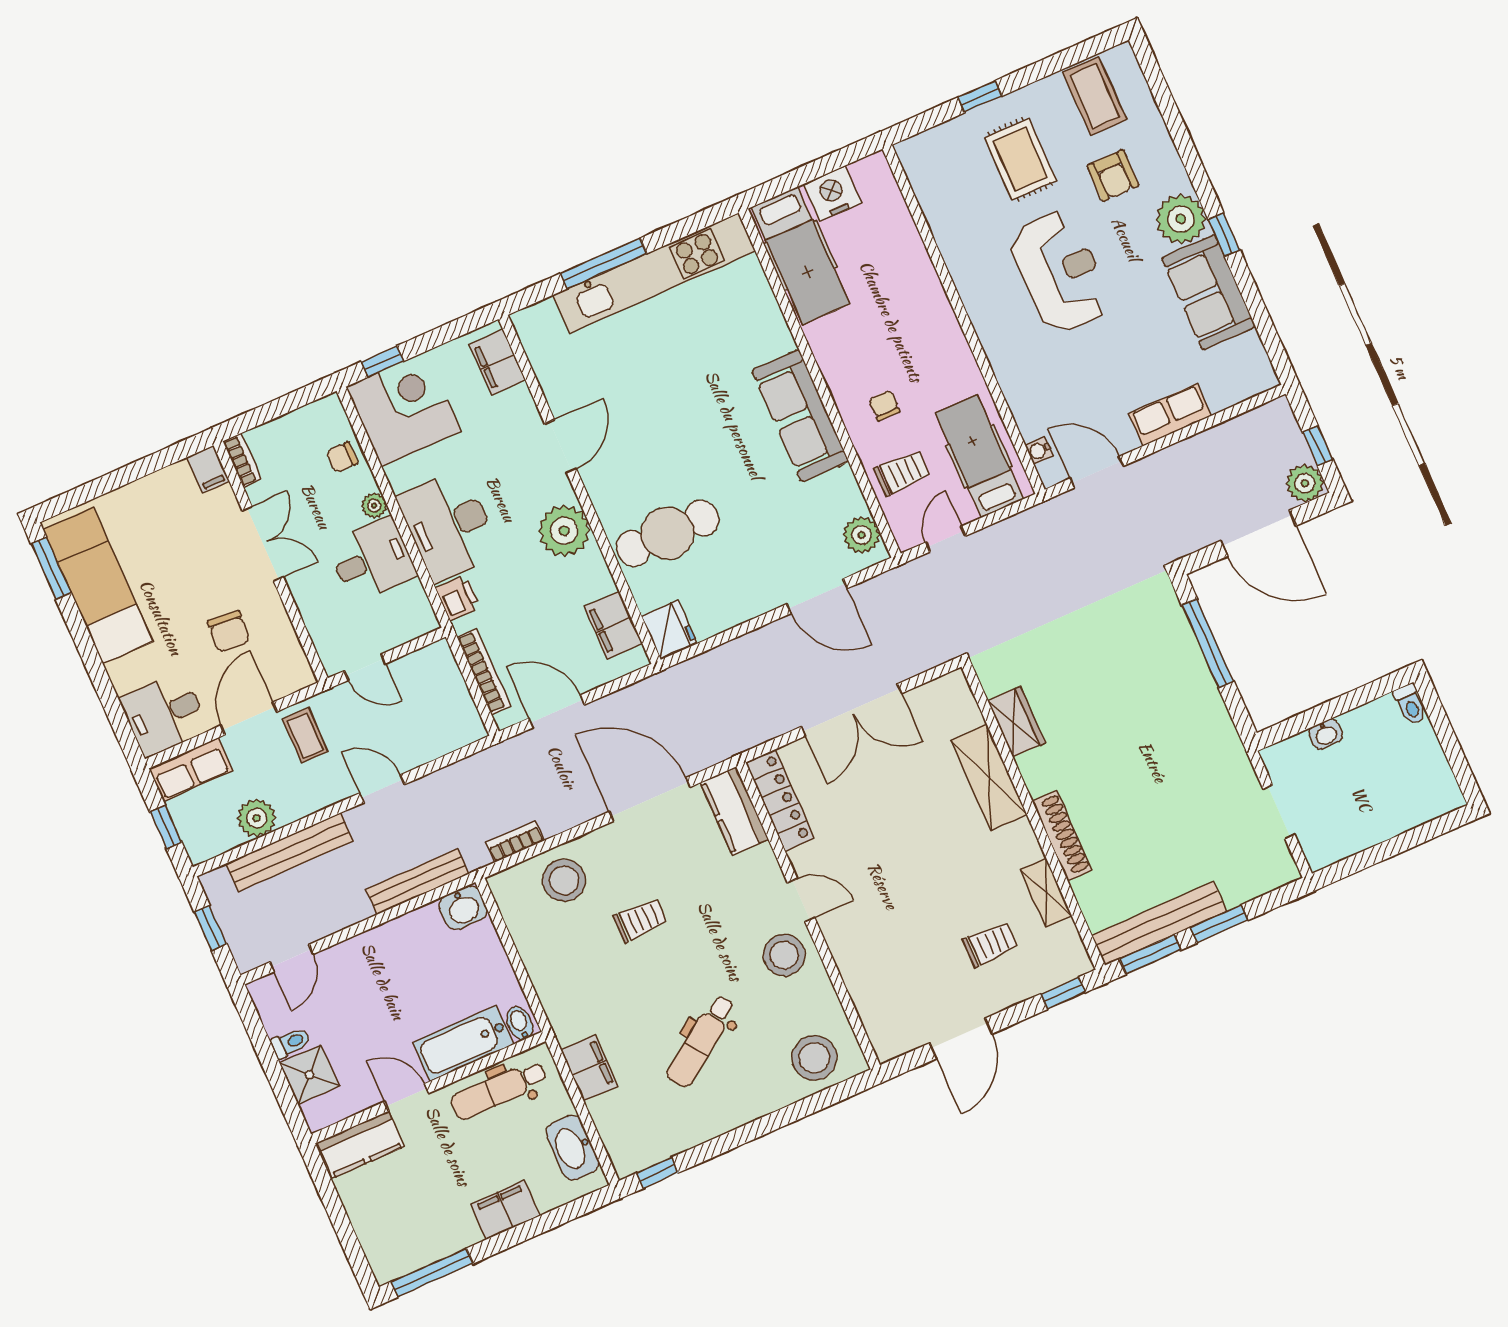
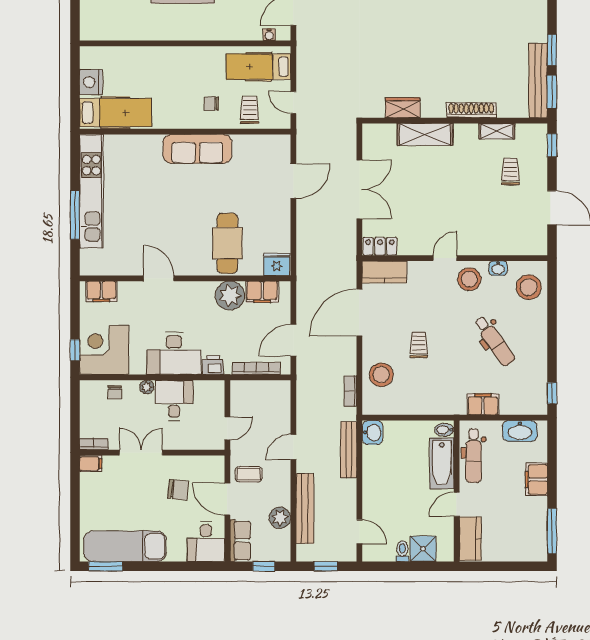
plant: (564, 531) -> (230, 296), moved
plant: (862, 535) -> (272, 144), removed
locker: (780, 800) -> (380, 246), width x0.66
washbasin: (823, 994) -> (498, 268), added

